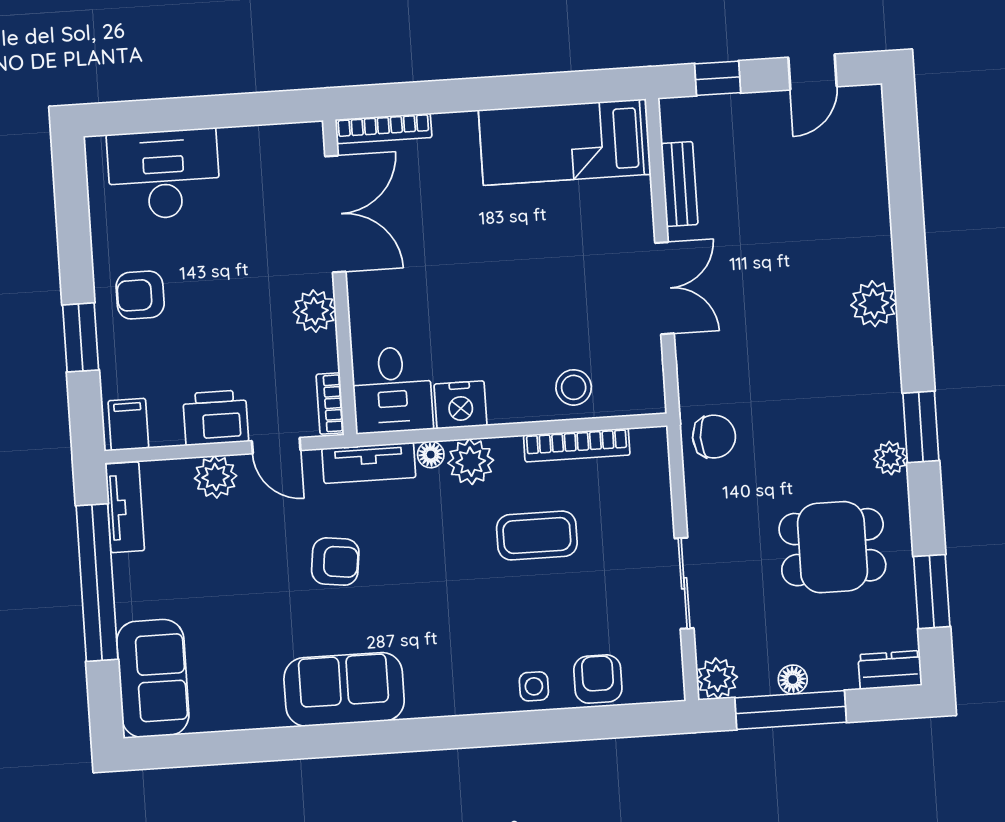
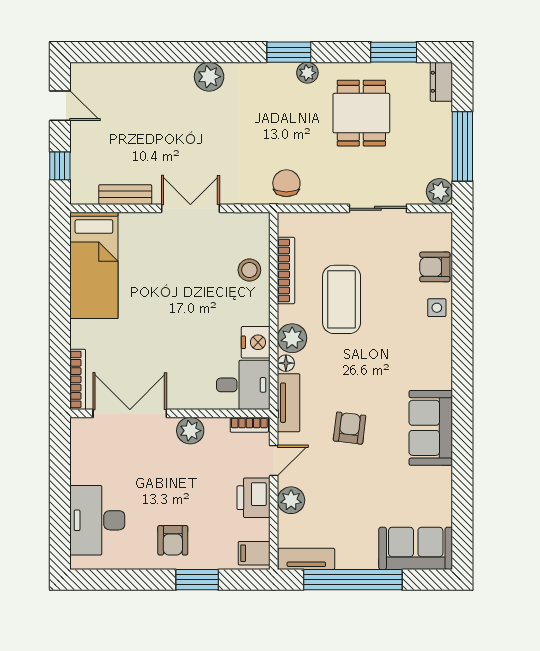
coffee table: (537, 536) -> (342, 299), width x1.36, depth x1.32
floor lamp: (793, 679) -> (443, 144), removed

